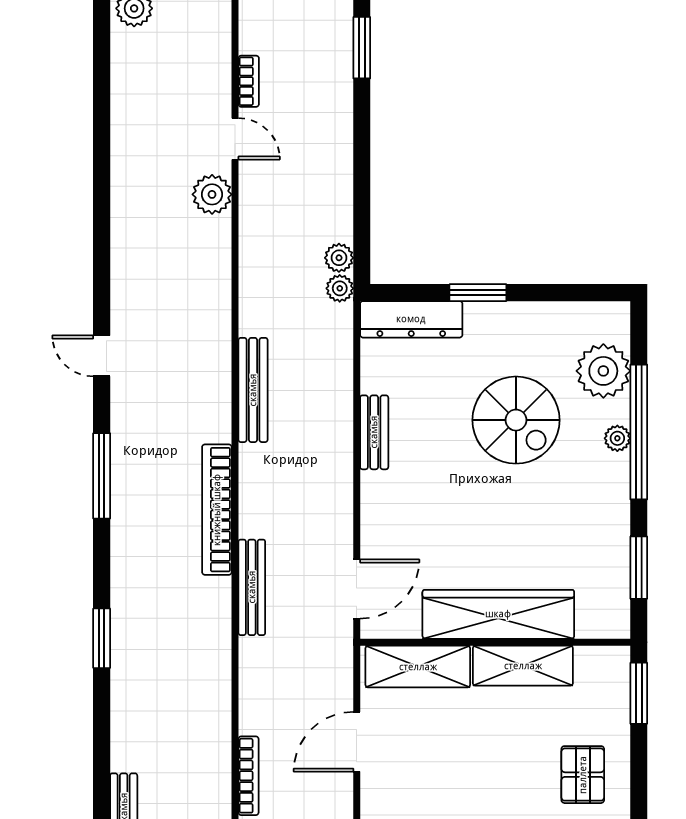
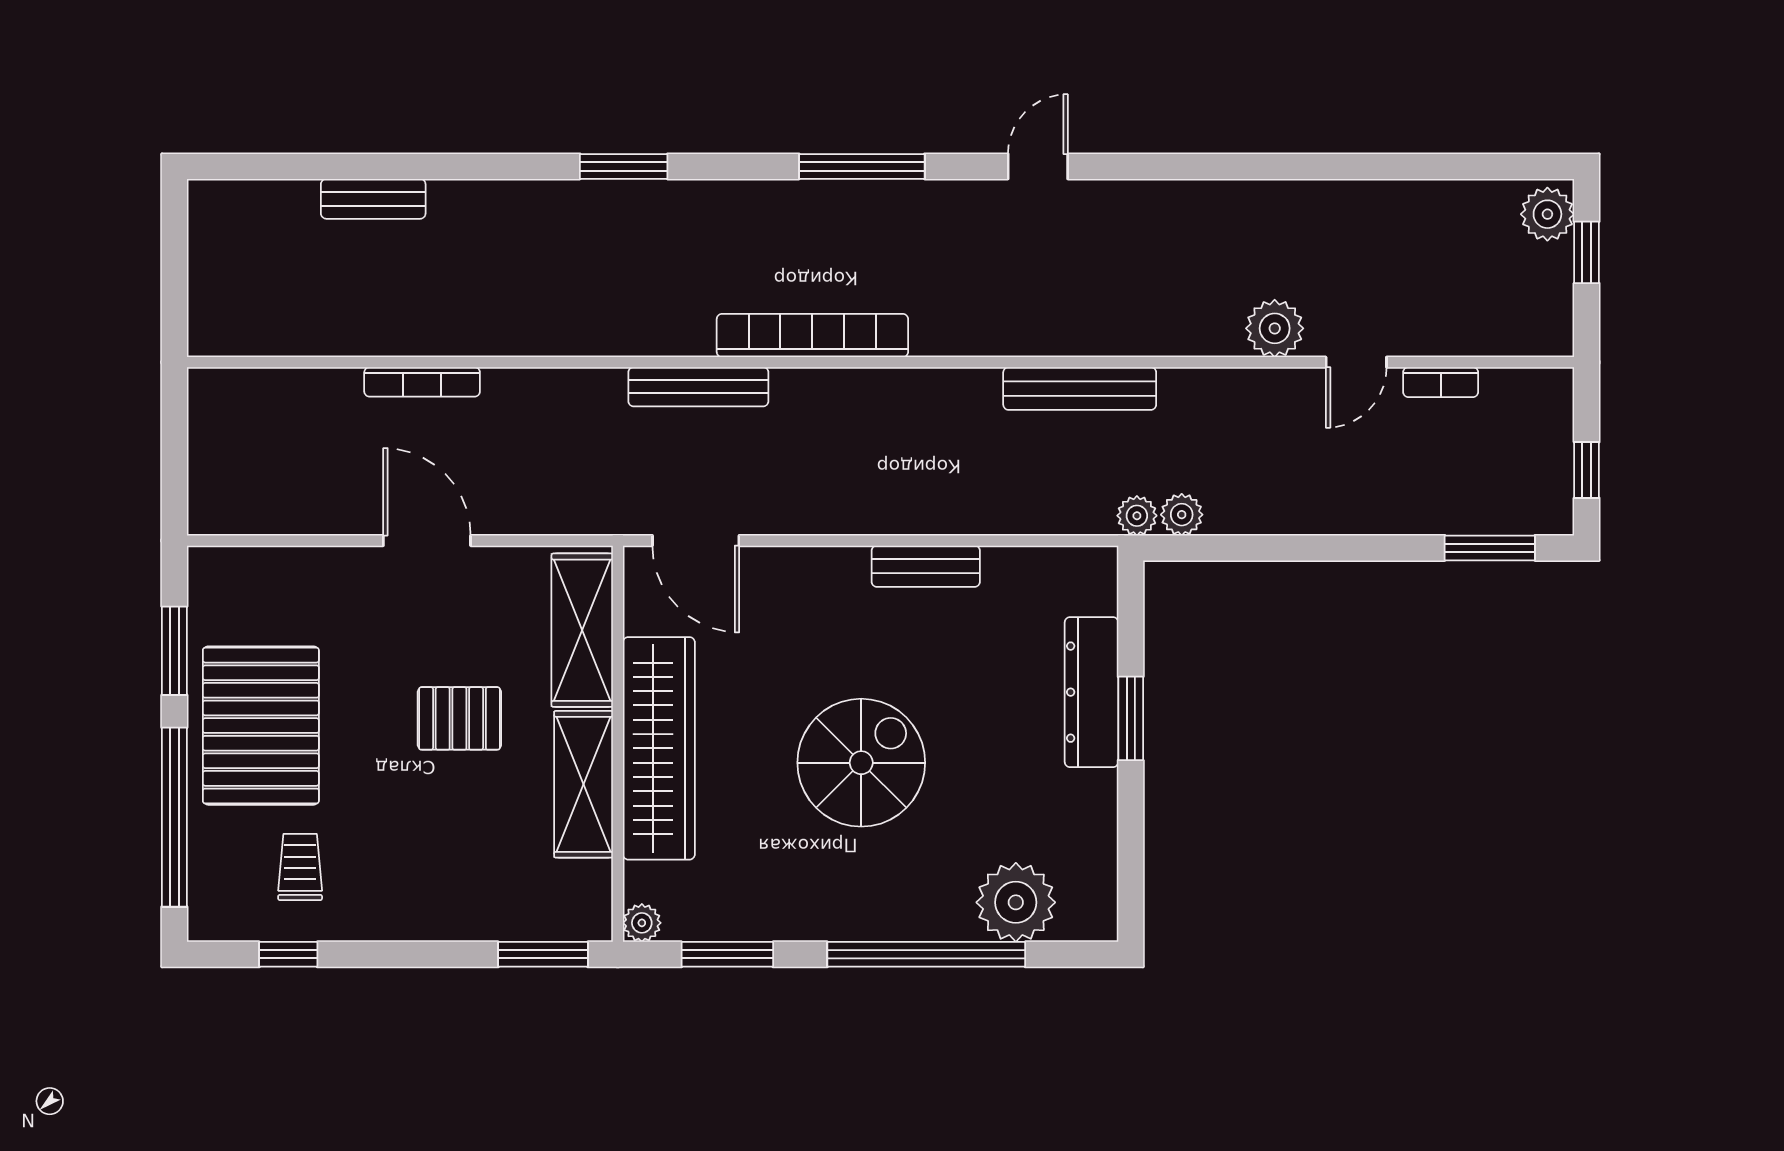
dresser: (411, 319) -> (1091, 692), moved
bench: (253, 390) -> (1080, 389), moved
spiral stairs: (516, 420) -> (861, 763), moved, turned 180
plant: (617, 438) -> (642, 923), moved
door: (357, 742) -> (427, 541), moved
pallet: (583, 775) -> (459, 718), moved

